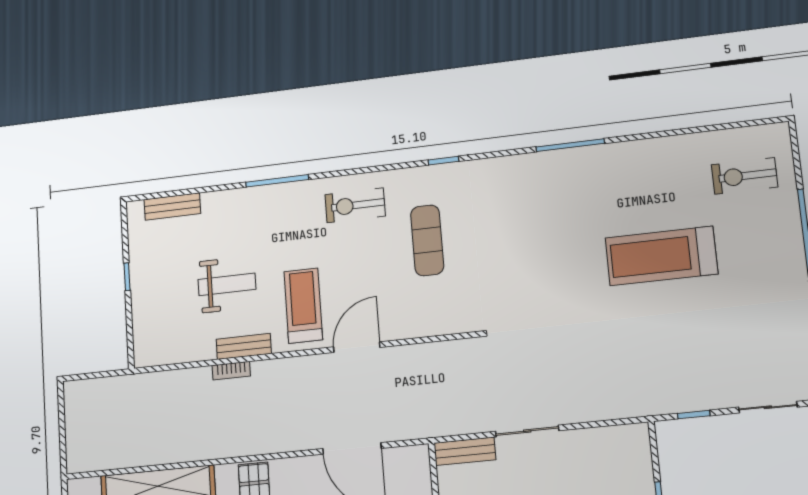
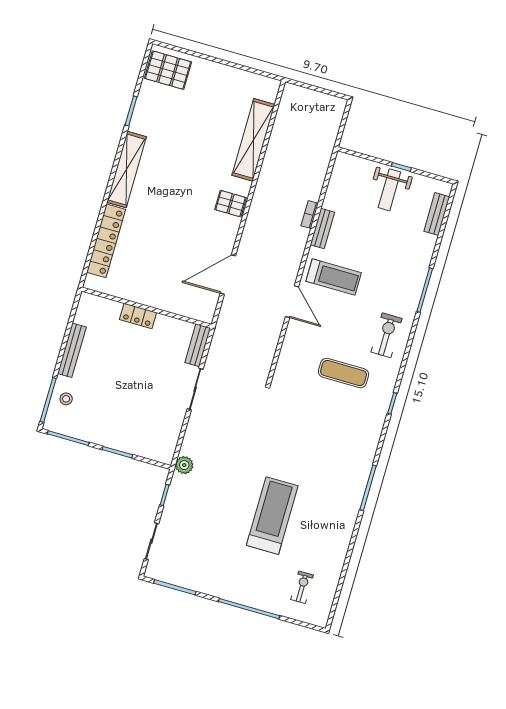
exercise bike: (745, 176) -> (302, 587), width x0.73, depth x0.72
weight bench: (227, 284) -> (389, 190), moved
plant: (640, 404) -> (184, 465), added

